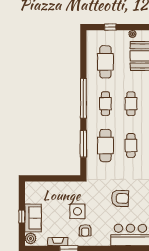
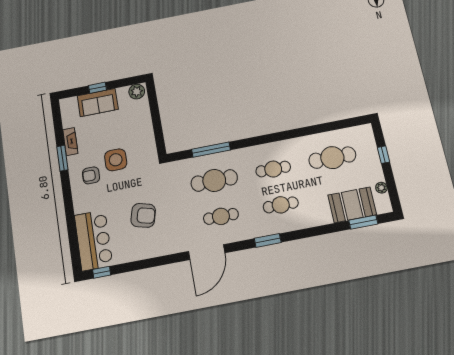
window: (83, 98) -> (274, 137), removed
armchair: (120, 198) -> (143, 215), turned -77
plant: (31, 238) -> (137, 92), moved

